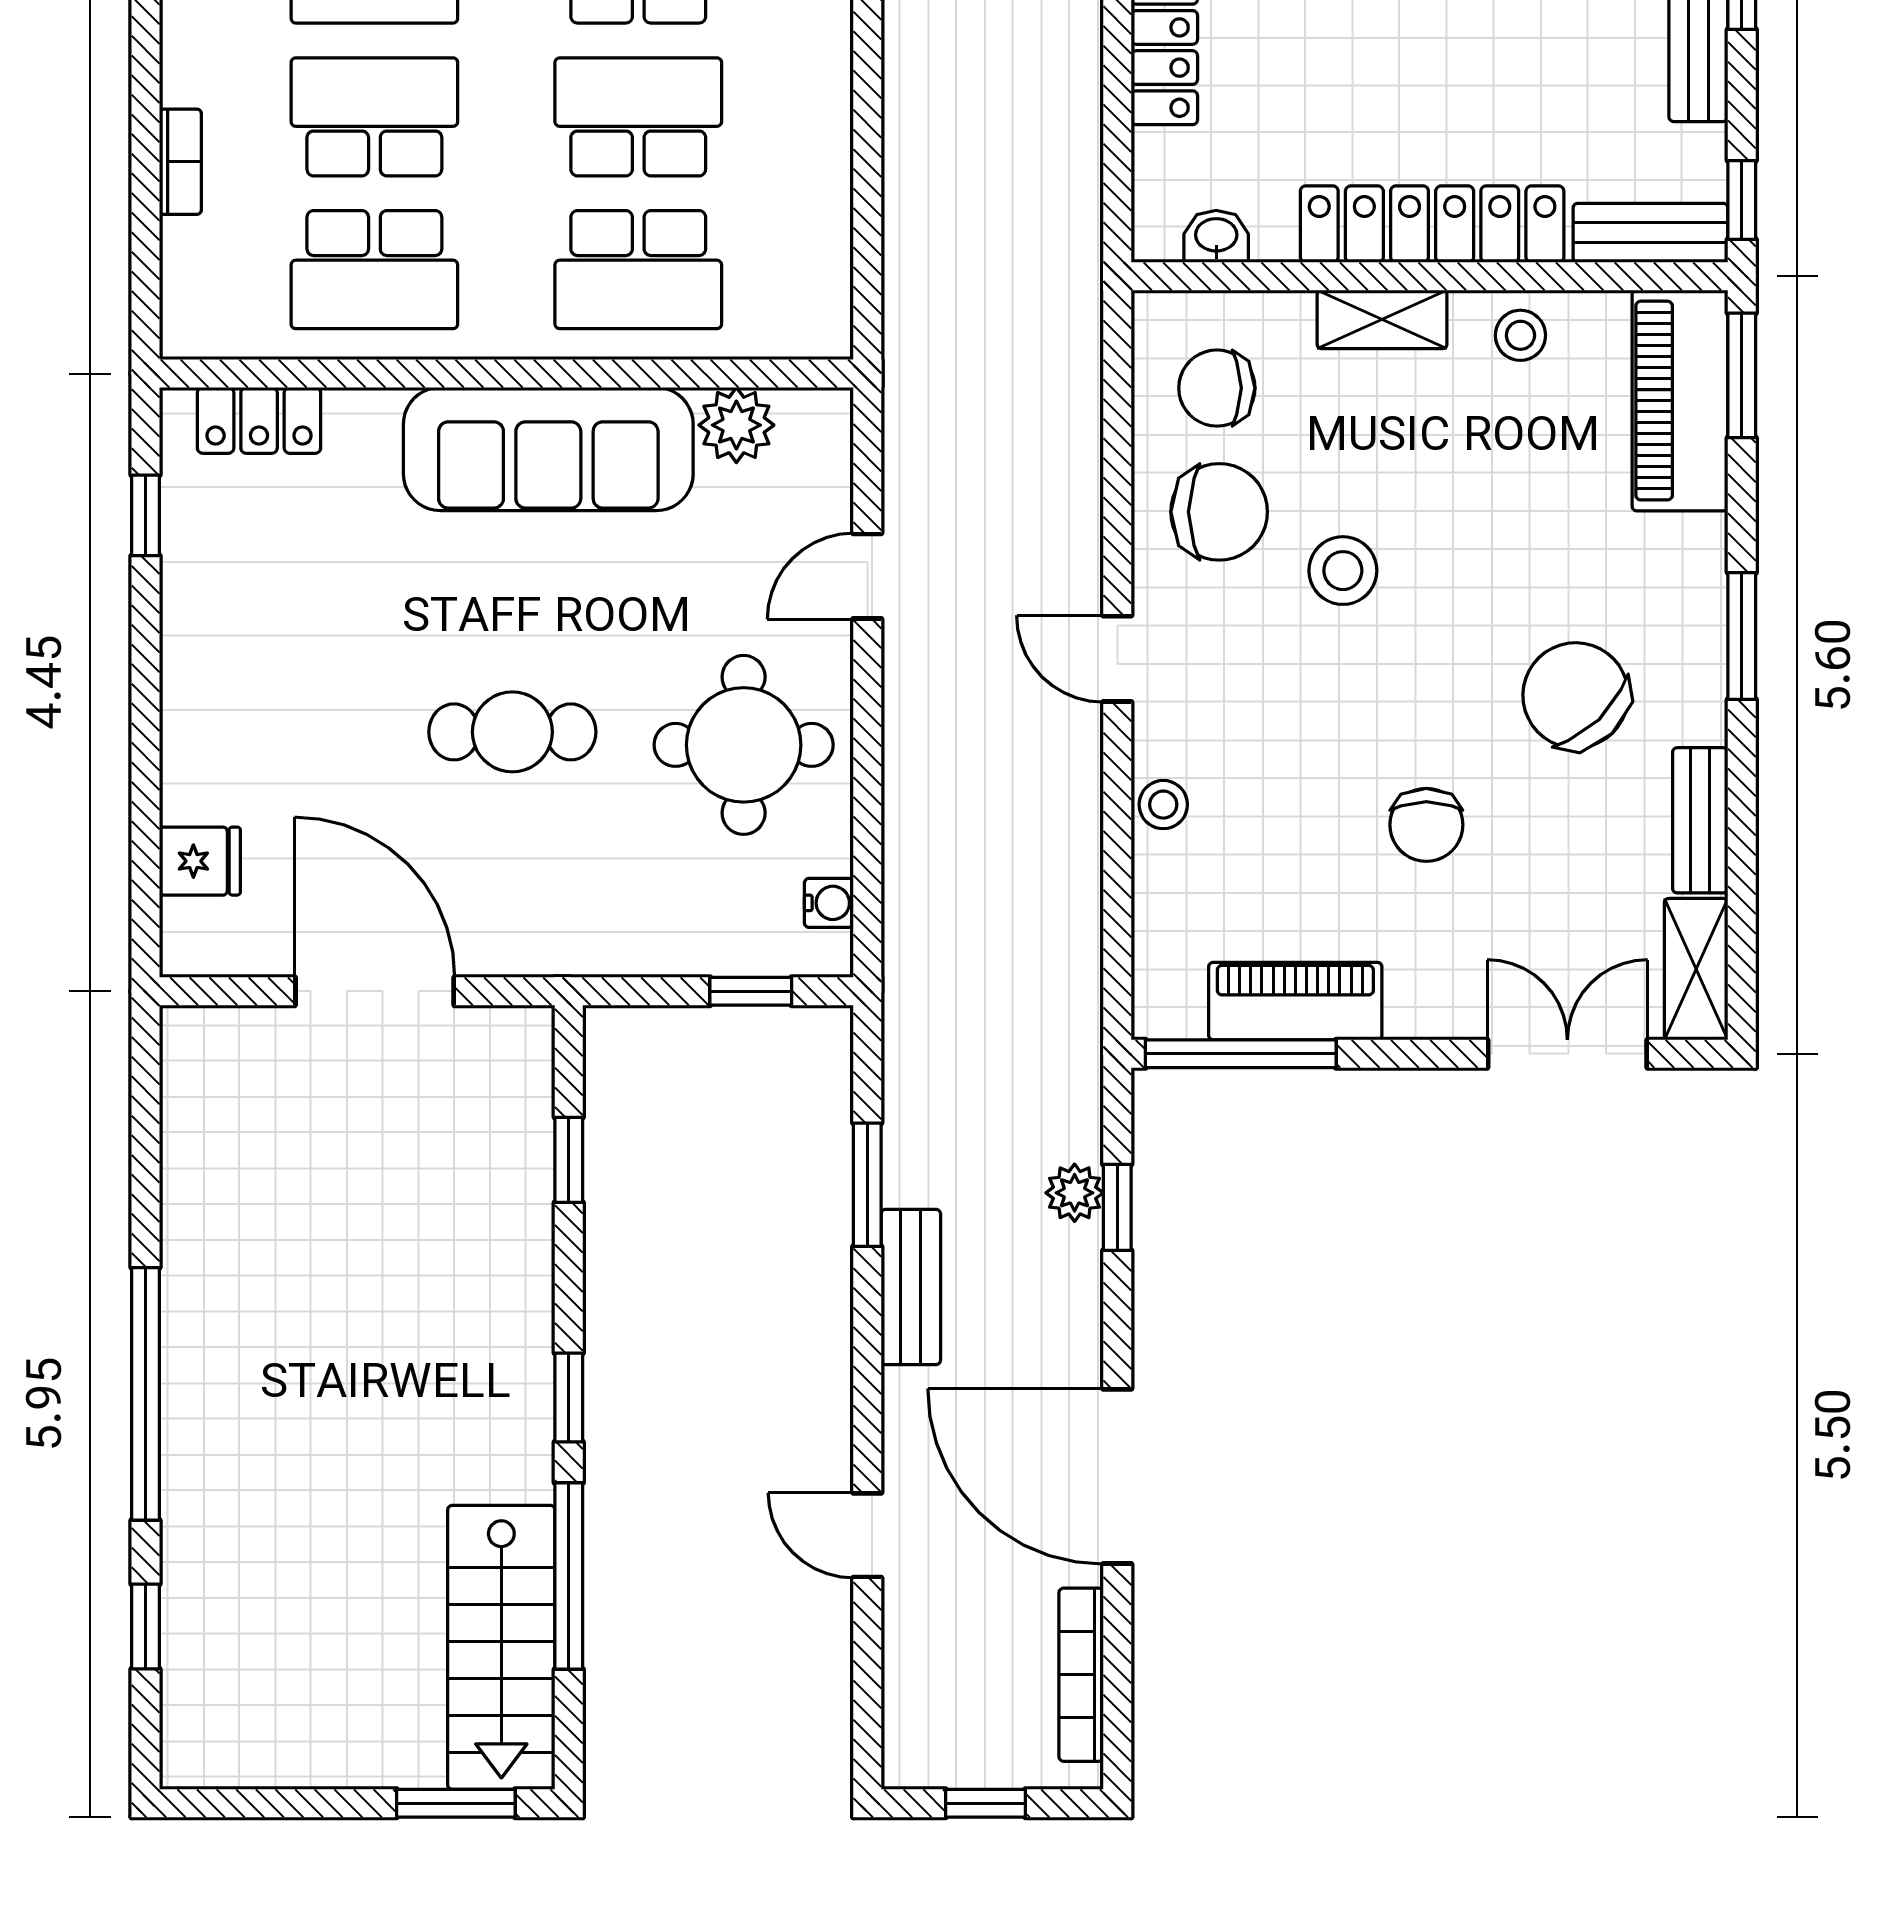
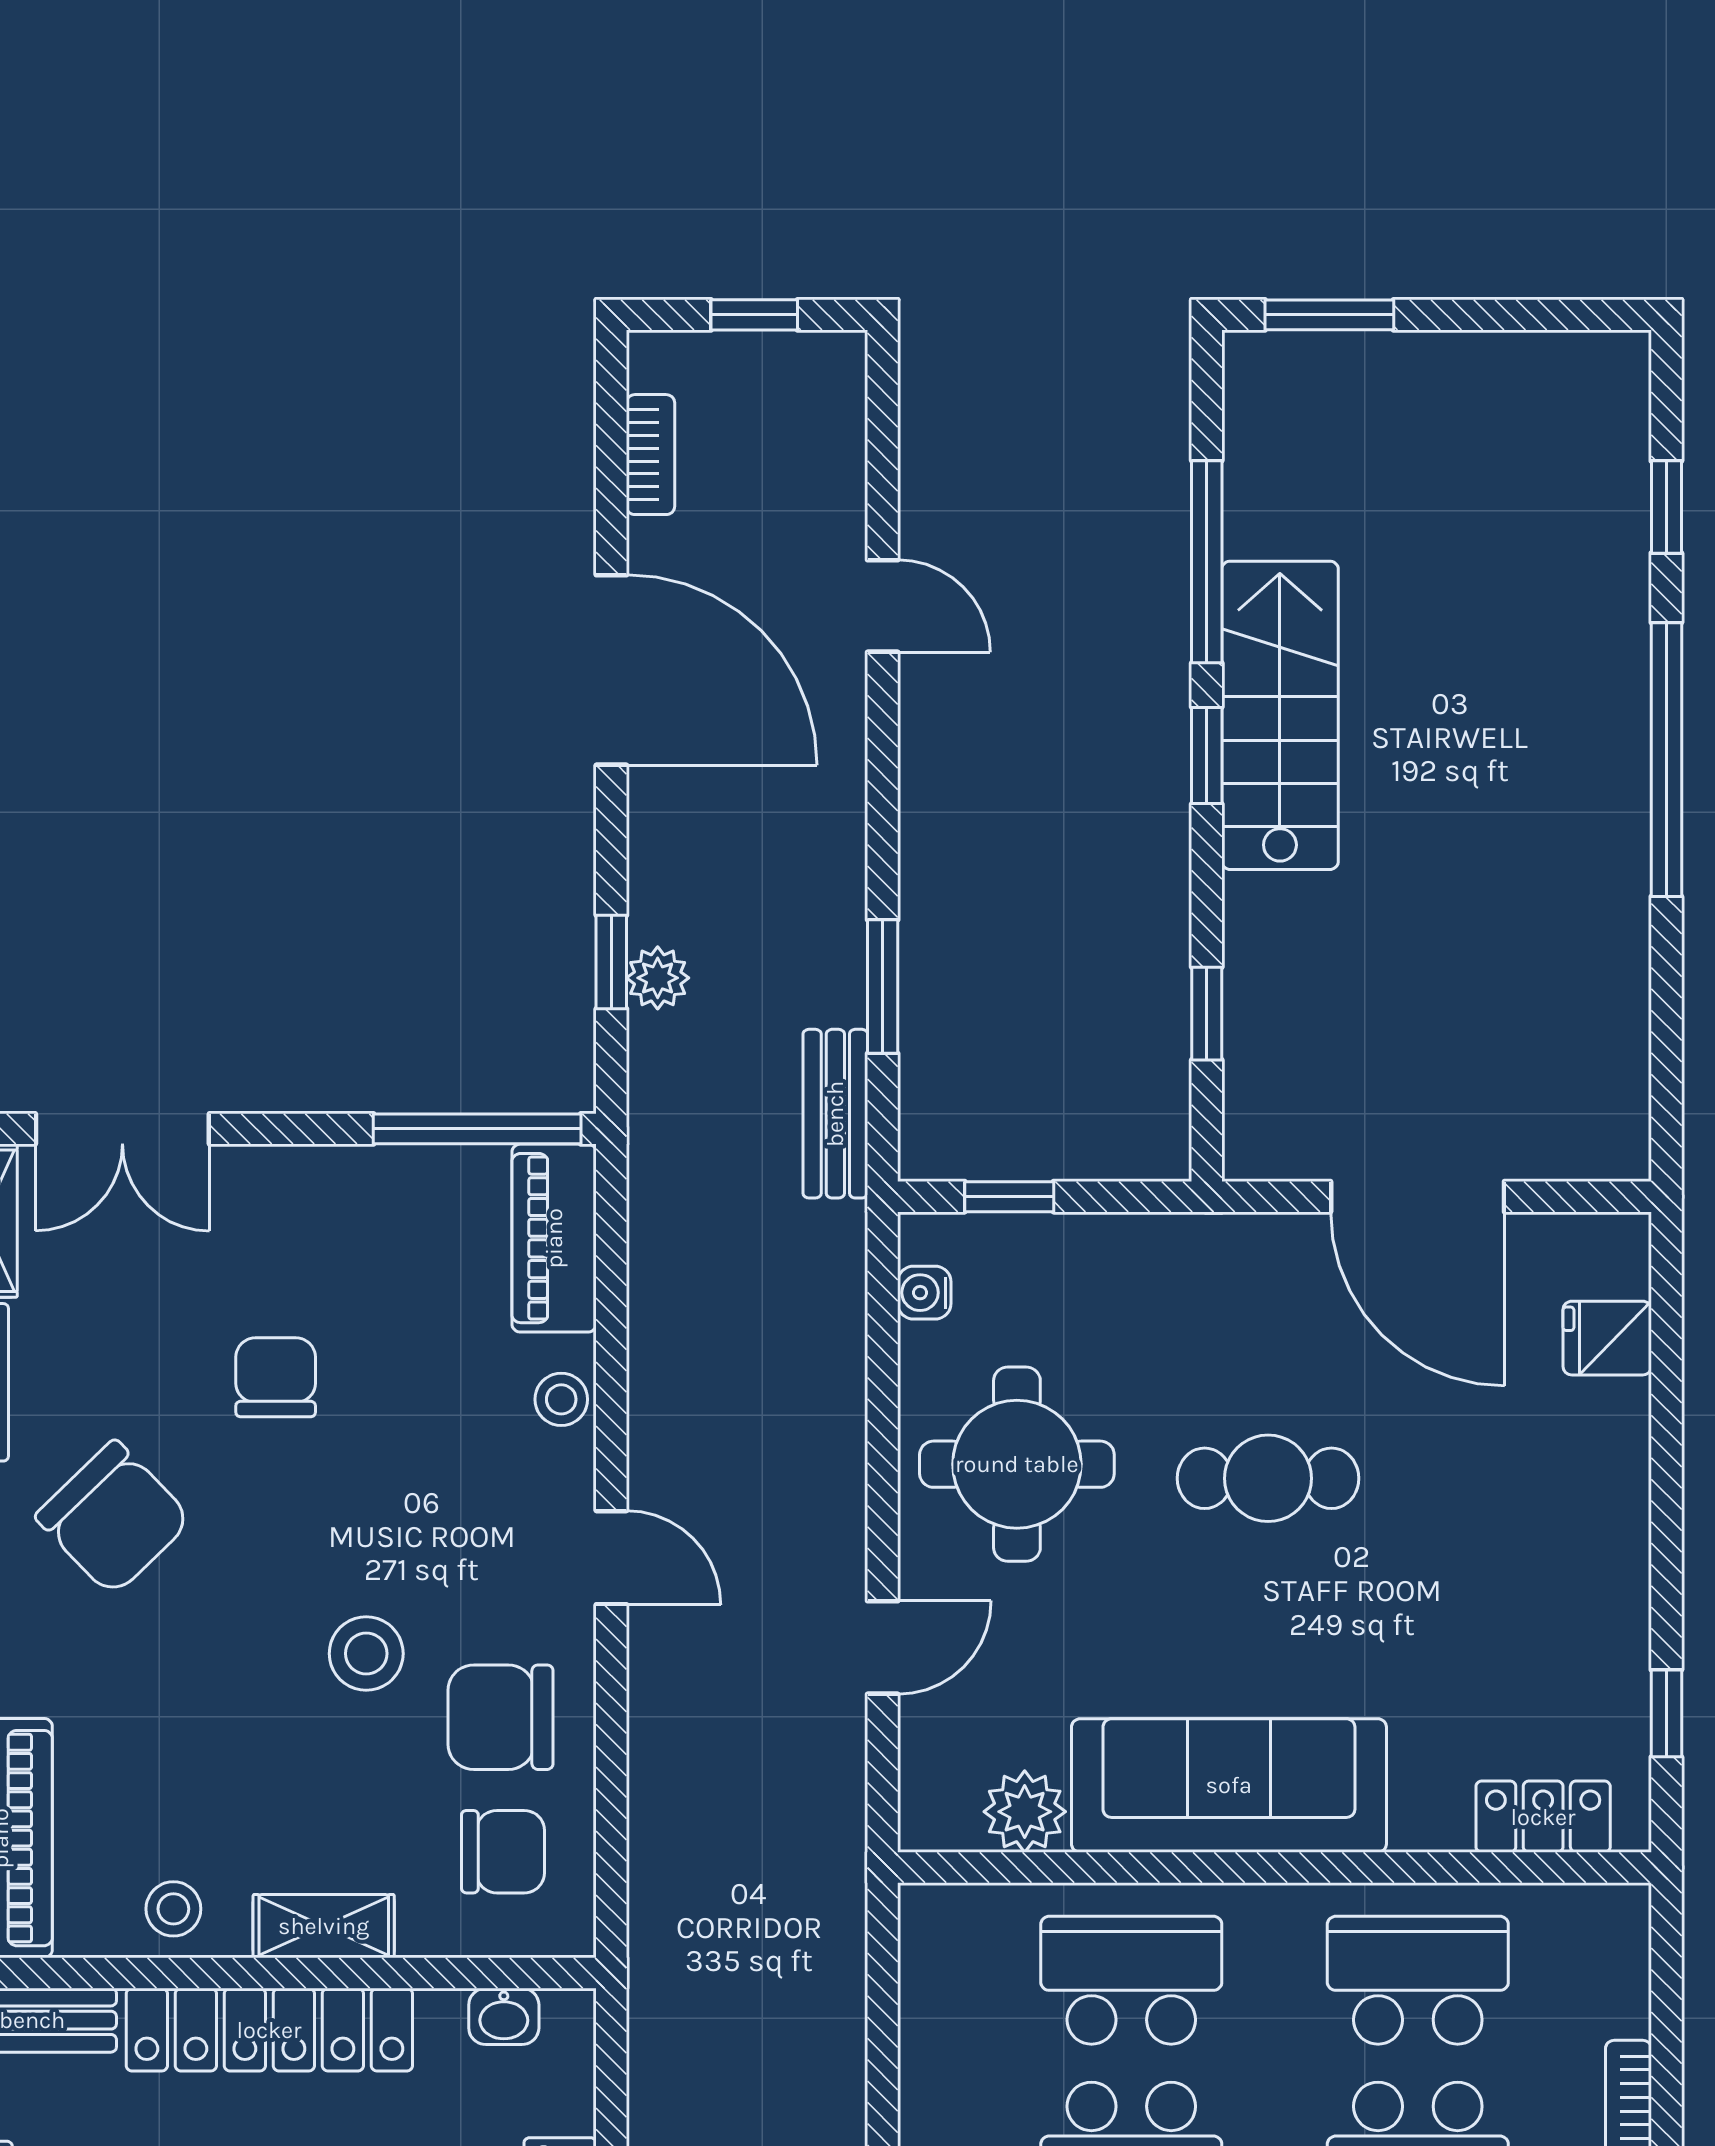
piano: (1295, 1001) -> (554, 1238), moved, turned 90
bench: (911, 1287) -> (835, 1114), moved
stairs: (501, 1647) -> (1280, 715), moved
bookcase: (1081, 1675) -> (650, 455), width x0.64

